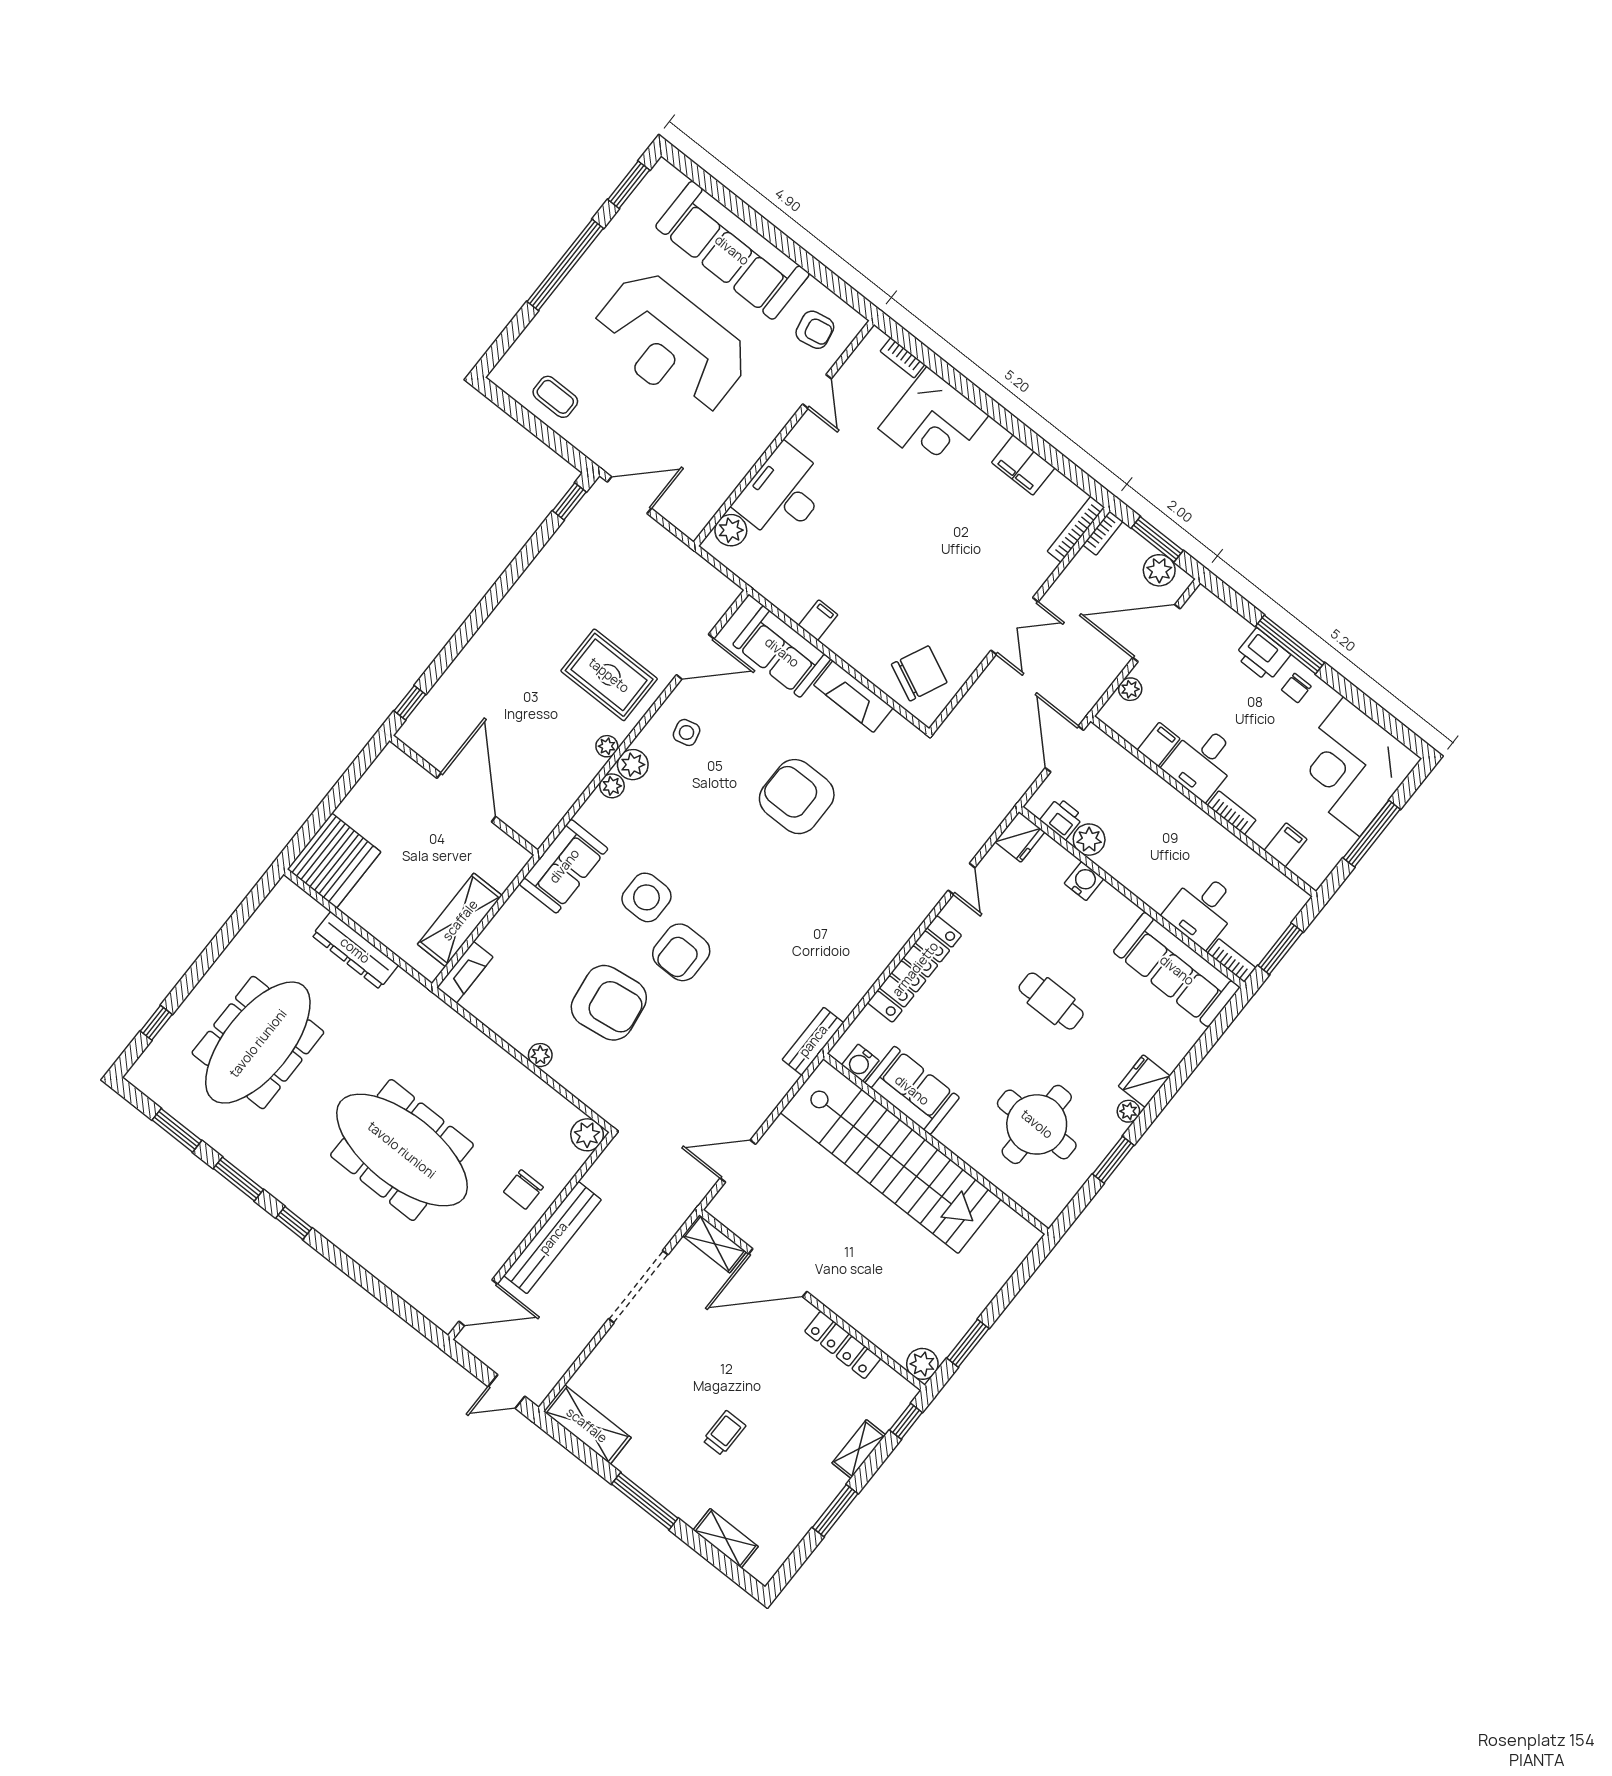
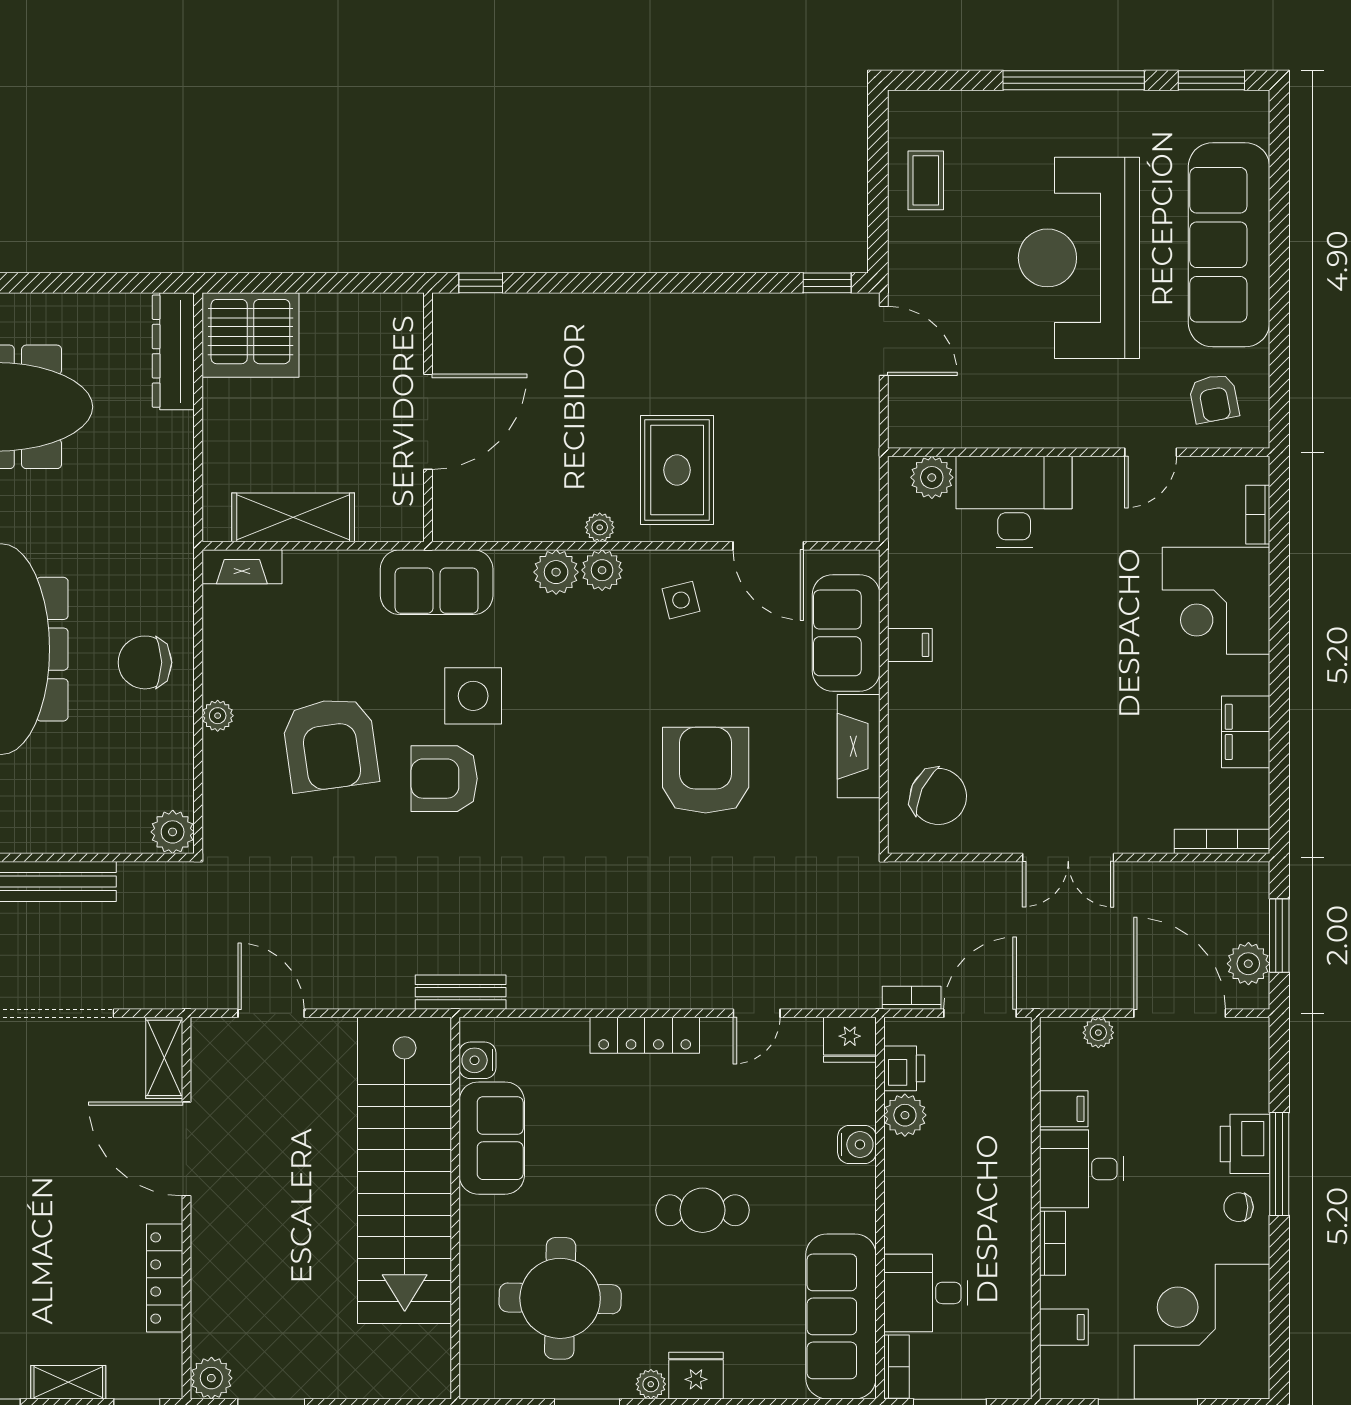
bookcase: (1103, 533) -> (912, 998), moved, turned 180
plant: (612, 786) -> (556, 572), width x1.38, depth x1.38
dresser: (355, 950) -> (173, 351), moved
locker: (915, 969) -> (645, 1035), width x0.71, depth x0.83
cafe table: (1051, 1001) -> (703, 1210), turned 90
chair: (523, 1189) -> (145, 662), moved, width x1.37, depth x1.37

